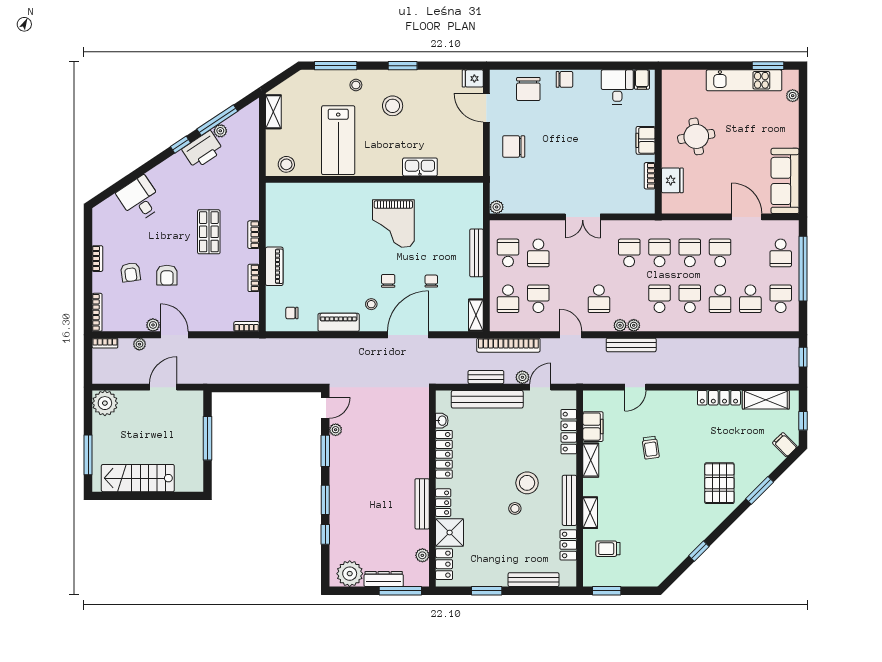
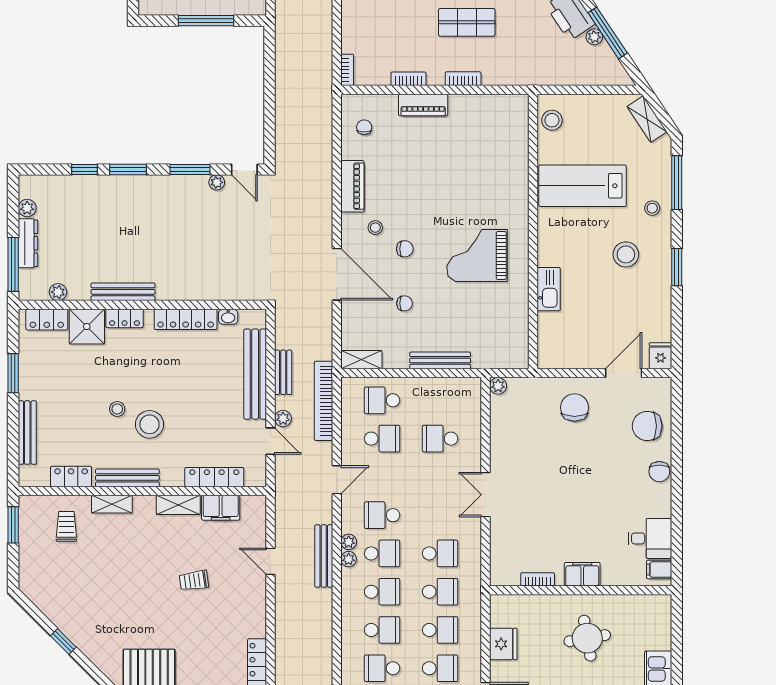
shelving: (273, 112) -> (647, 119), moved, turned 56
fridge: (672, 180) -> (503, 644), moved, turned -90
school desk: (508, 253) -> (382, 553), moved
plant: (350, 574) -> (27, 208), width x0.53, depth x0.53

